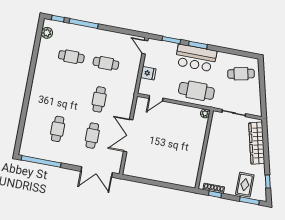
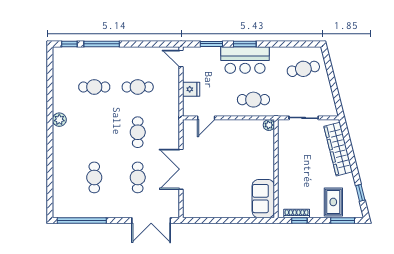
plant: (47, 33) -> (59, 120), moved
cafe table: (196, 91) -> (253, 100), width x0.73, depth x0.74
sofa: (189, 171) -> (263, 199), added

